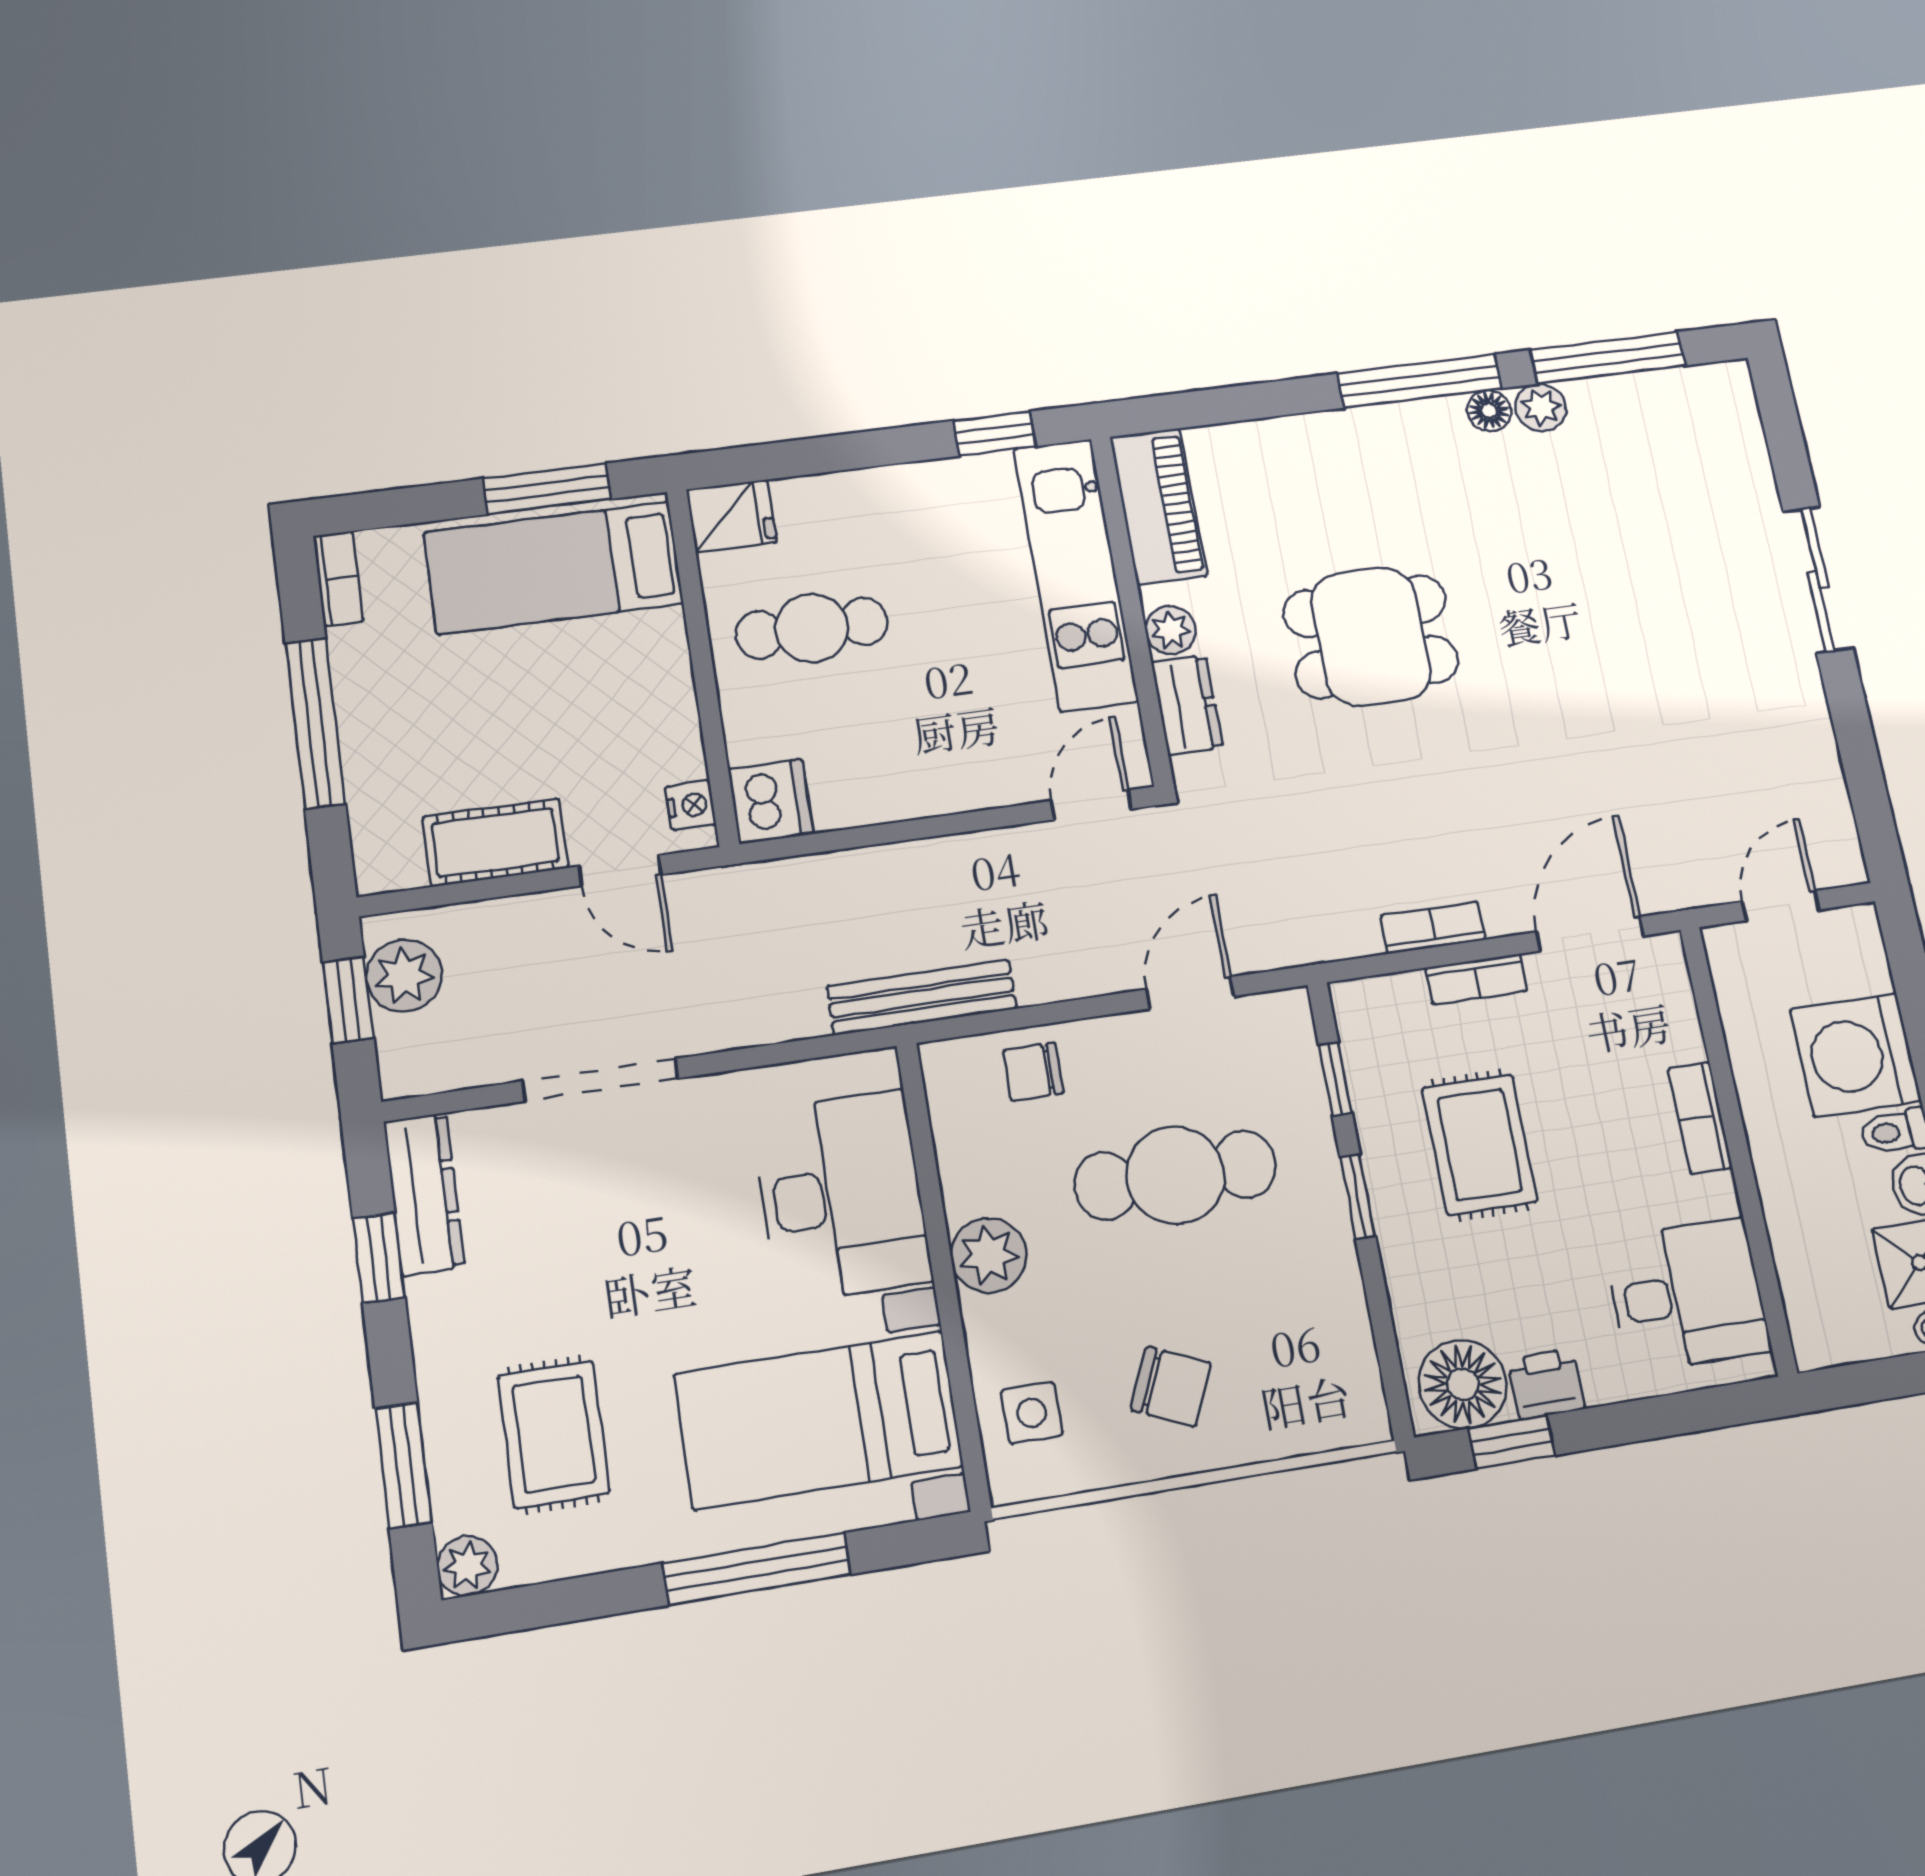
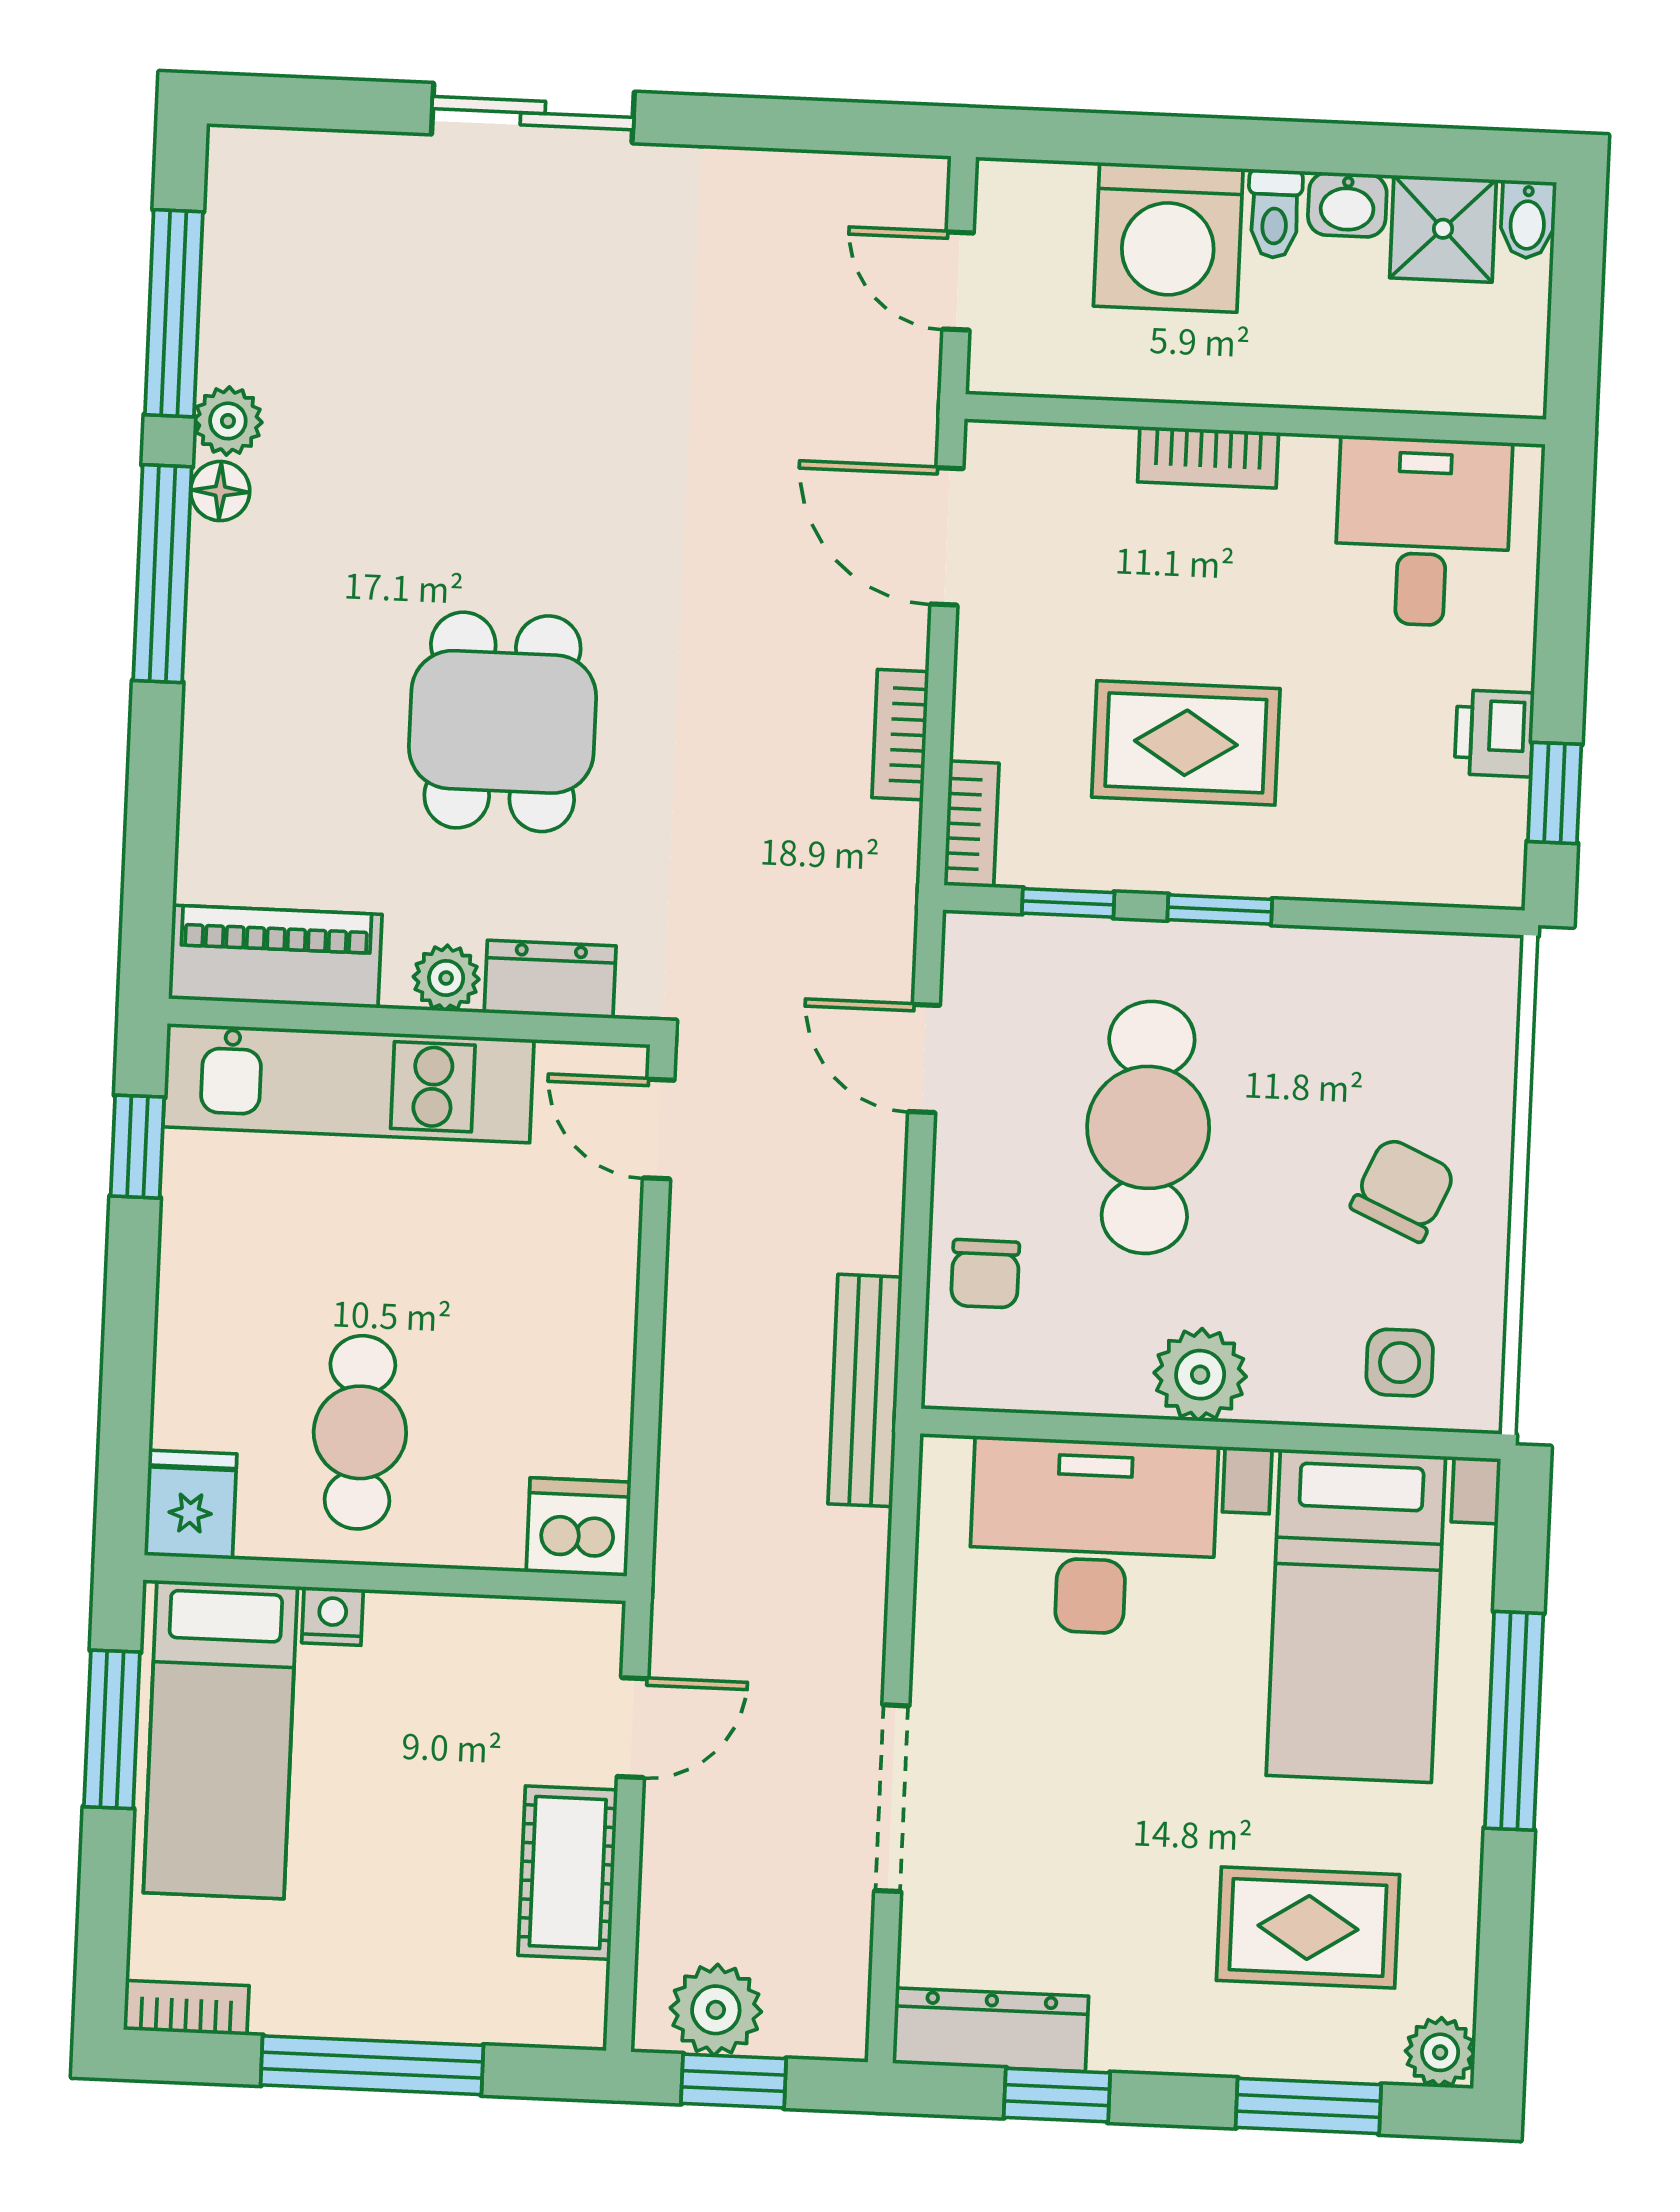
nightstand: (691, 805) -> (333, 1616), moved
bookcase: (1476, 979) -> (971, 824), moved
floor lamp: (1463, 1384) -> (1473, 836), removed

